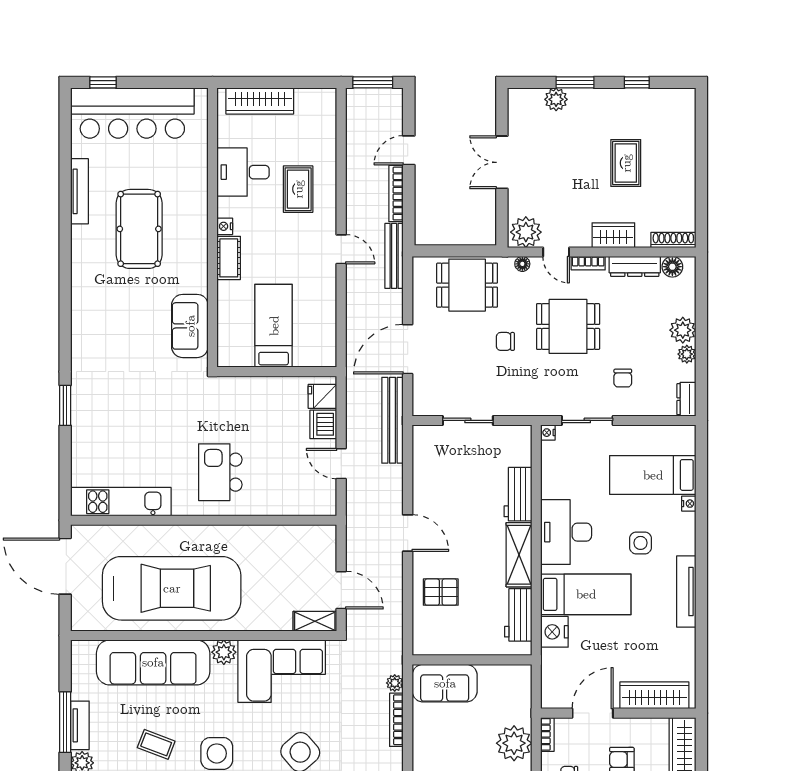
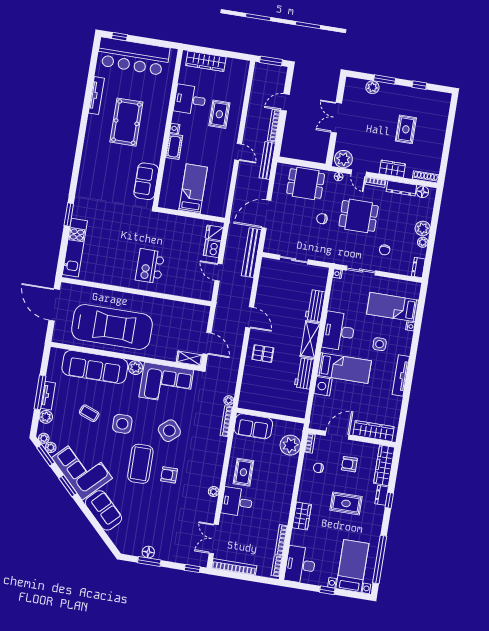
kitchen unit: (121, 502) -> (75, 248), moved, turned 90
wall: (472, 660) -> (271, 416), moved
sofa: (445, 683) -> (253, 426), moved

